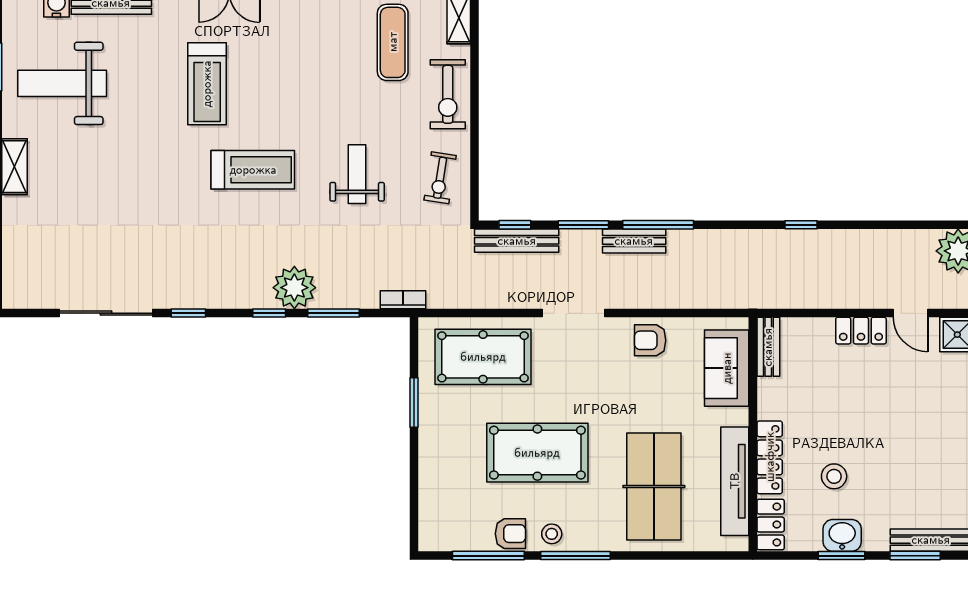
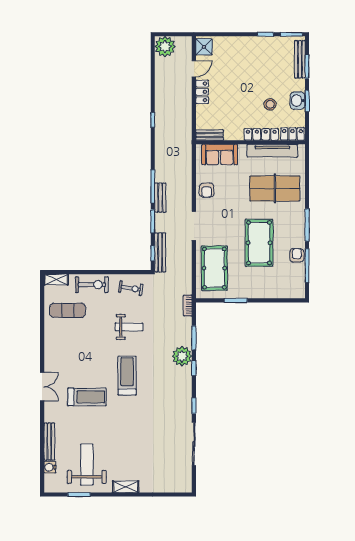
weight bench: (62, 83) -> (87, 465), turned 180
weight bench: (357, 174) -> (129, 327), turned 180
stool: (552, 534) -> (297, 236), removed

